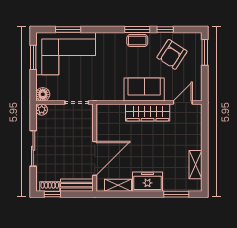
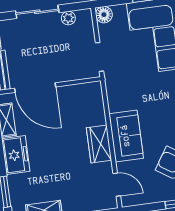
plant: (42, 110) -> (68, 18), moved
wardrobe: (148, 112) -> (99, 144), width x0.67

